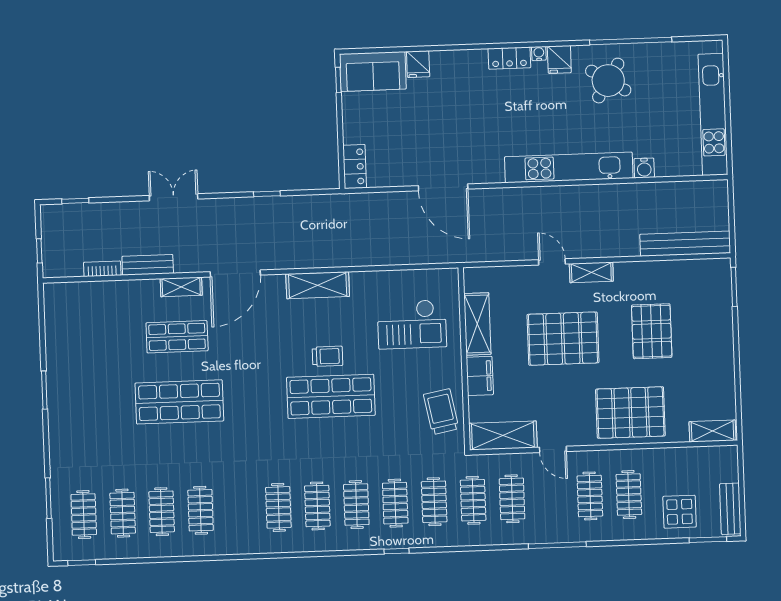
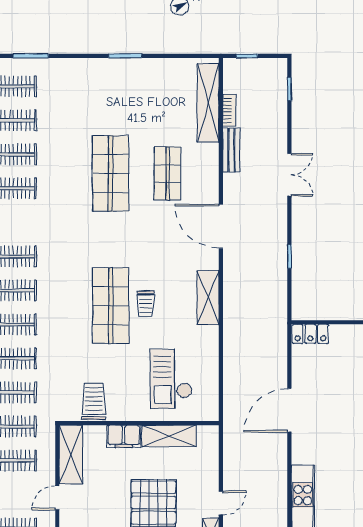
shelving: (181, 287) -> (208, 103), moved, width x2.20, depth x1.33
trolley: (441, 412) -> (94, 401), turned -79

